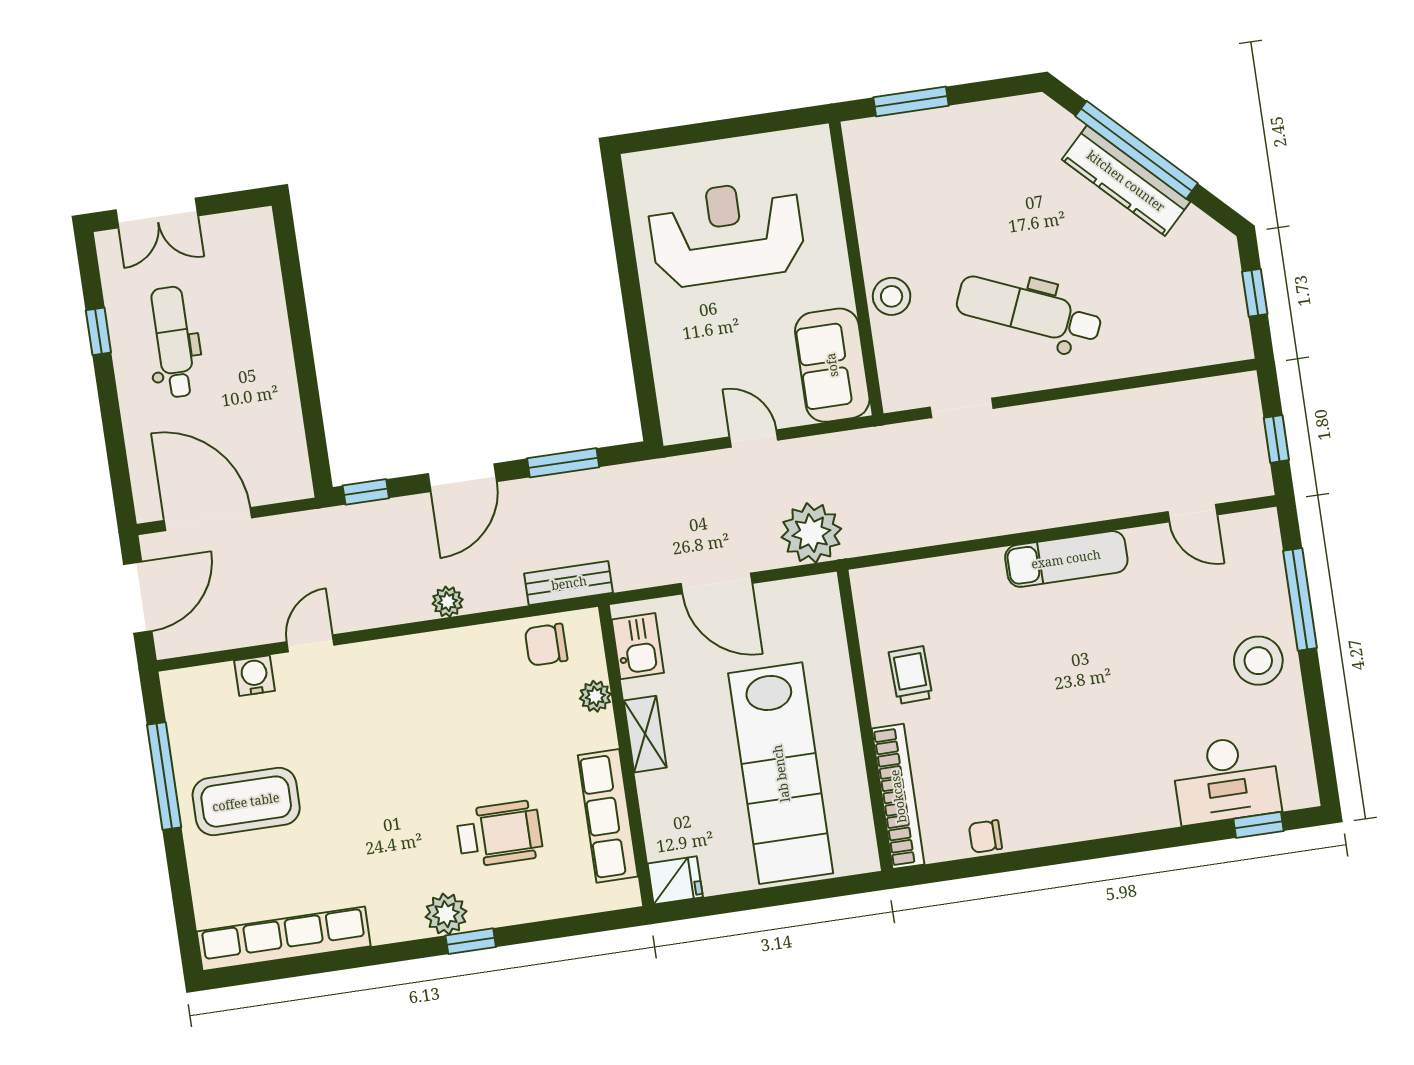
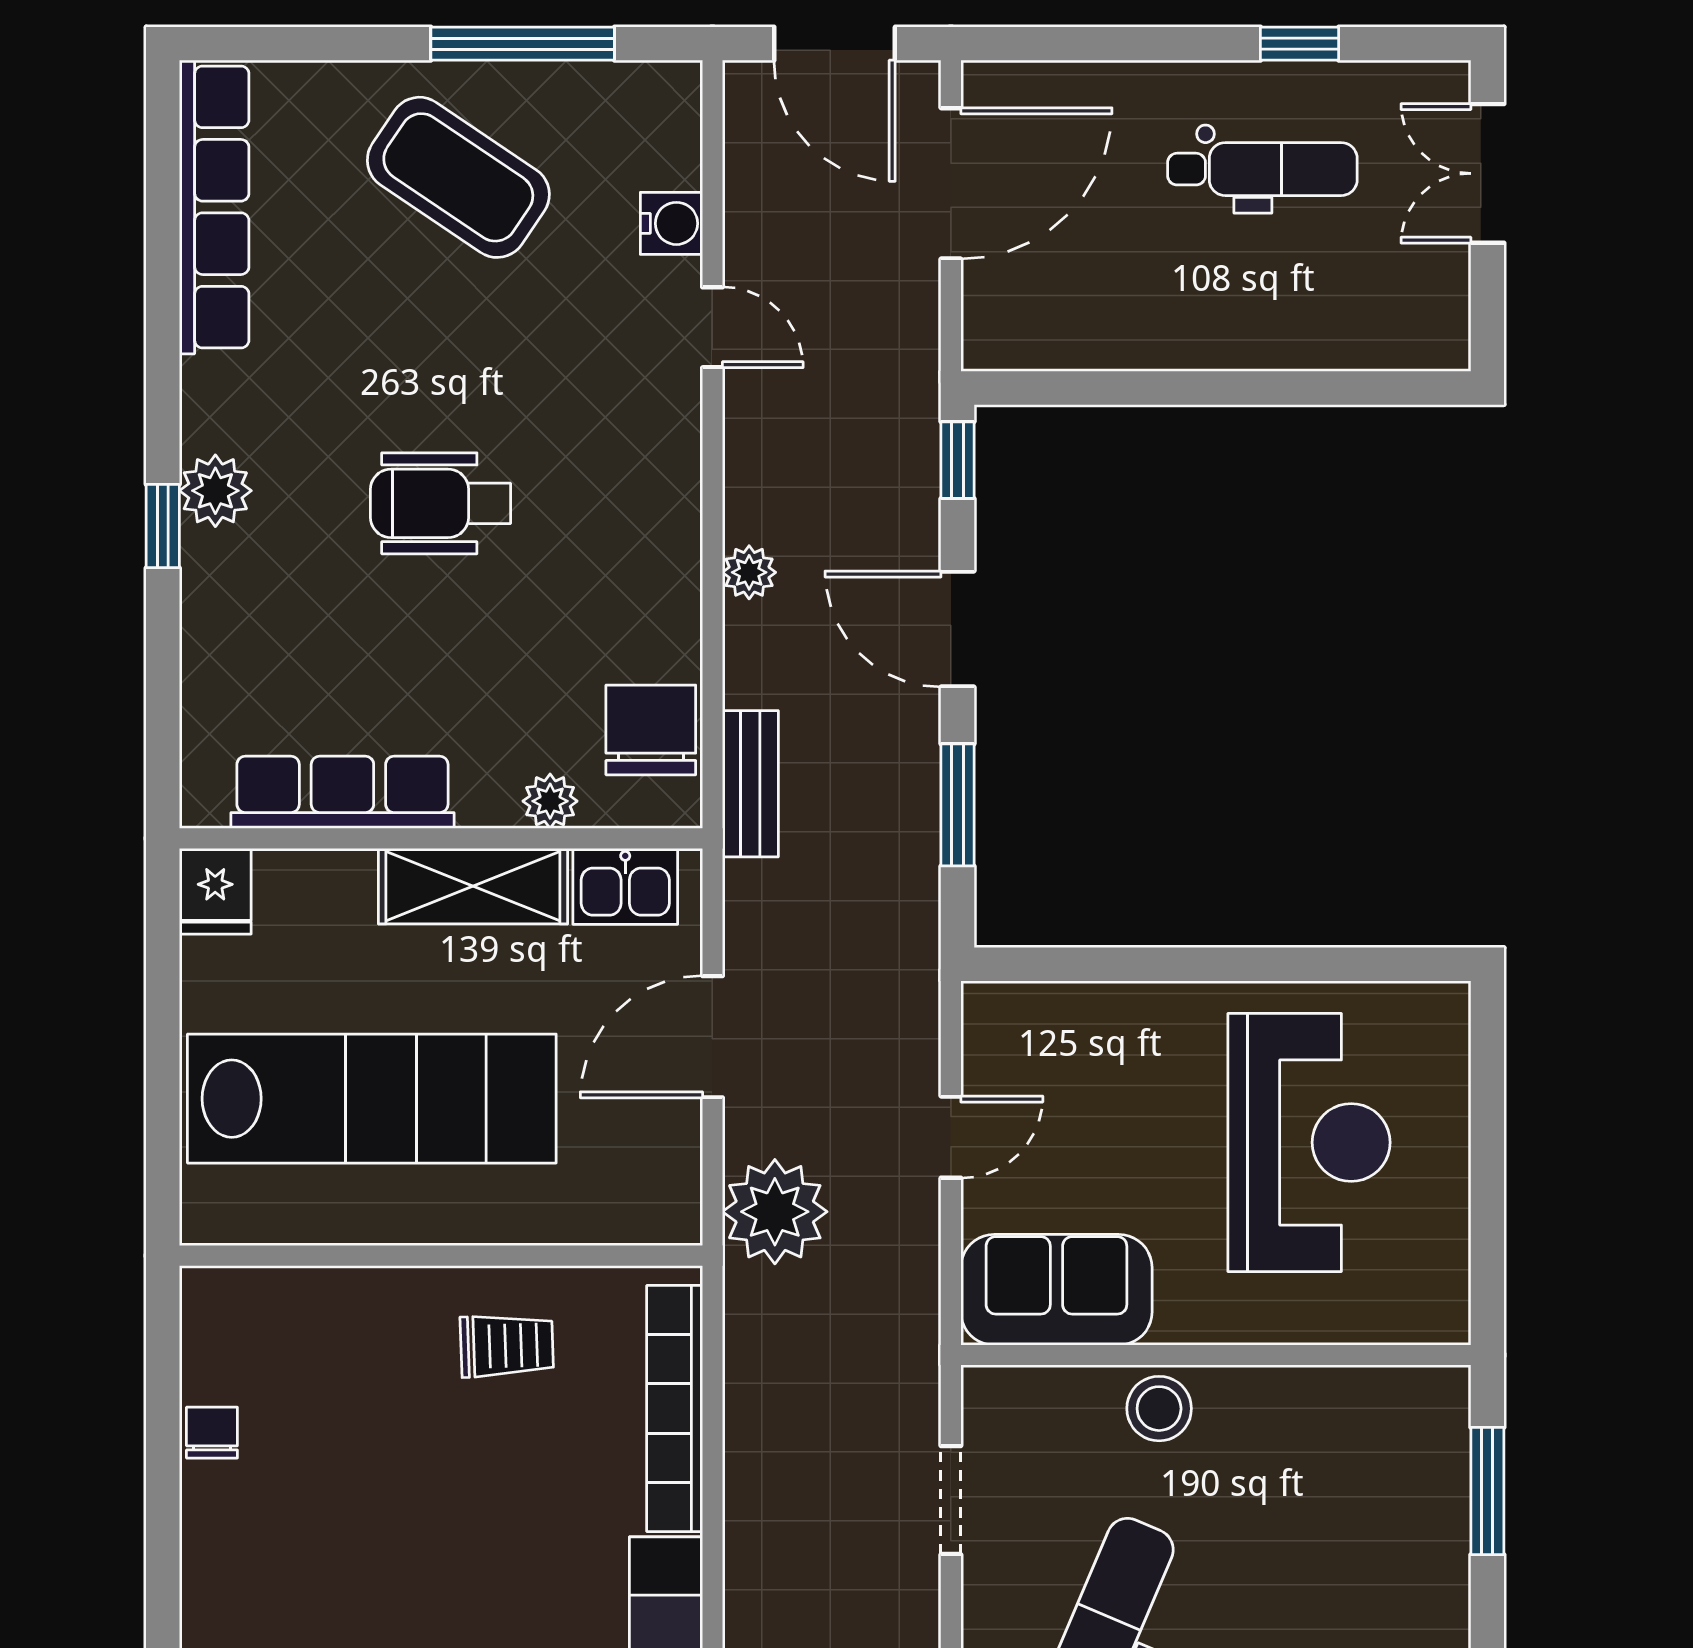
chair: (546, 645) -> (651, 730), width x1.37, depth x1.37
shelving: (645, 734) -> (473, 886), width x1.50, depth x1.33
lab bench: (781, 773) -> (372, 1099), turned 180
bookcase: (898, 796) -> (675, 1408), moved, turned 90
coffee table: (246, 802) -> (458, 177), turned -56
wheelchair: (500, 834) -> (441, 503), moved, turned 90

